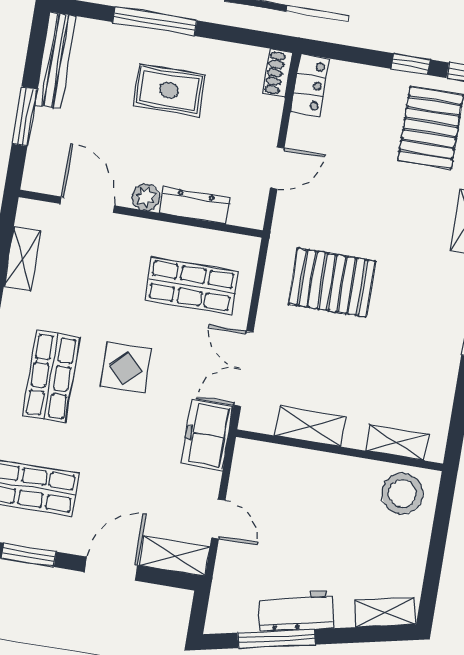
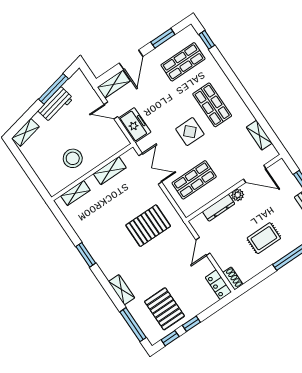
freezer: (207, 435) -> (135, 125), moved
stool: (402, 493) -> (73, 158), moved

